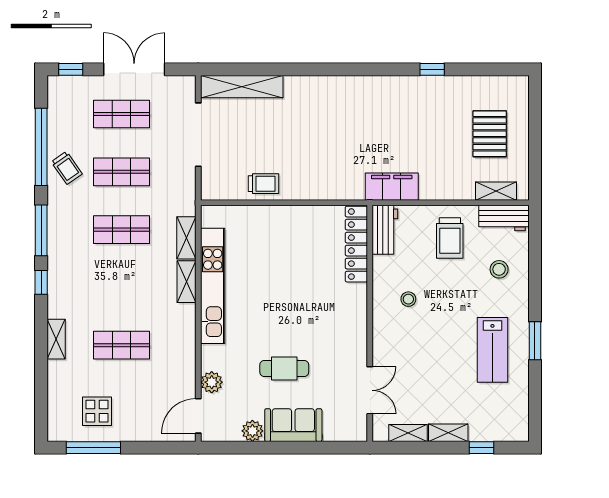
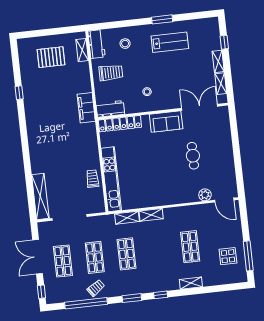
window: (41, 230) -> (132, 298), width x0.69
kitchen unit: (213, 286) -> (111, 179), moved, turned 90
double door: (370, 390) -> (200, 107), width x1.37
sofa: (293, 425) -> (166, 122), moved, turned -90
plant: (252, 431) -> (229, 169), removed

